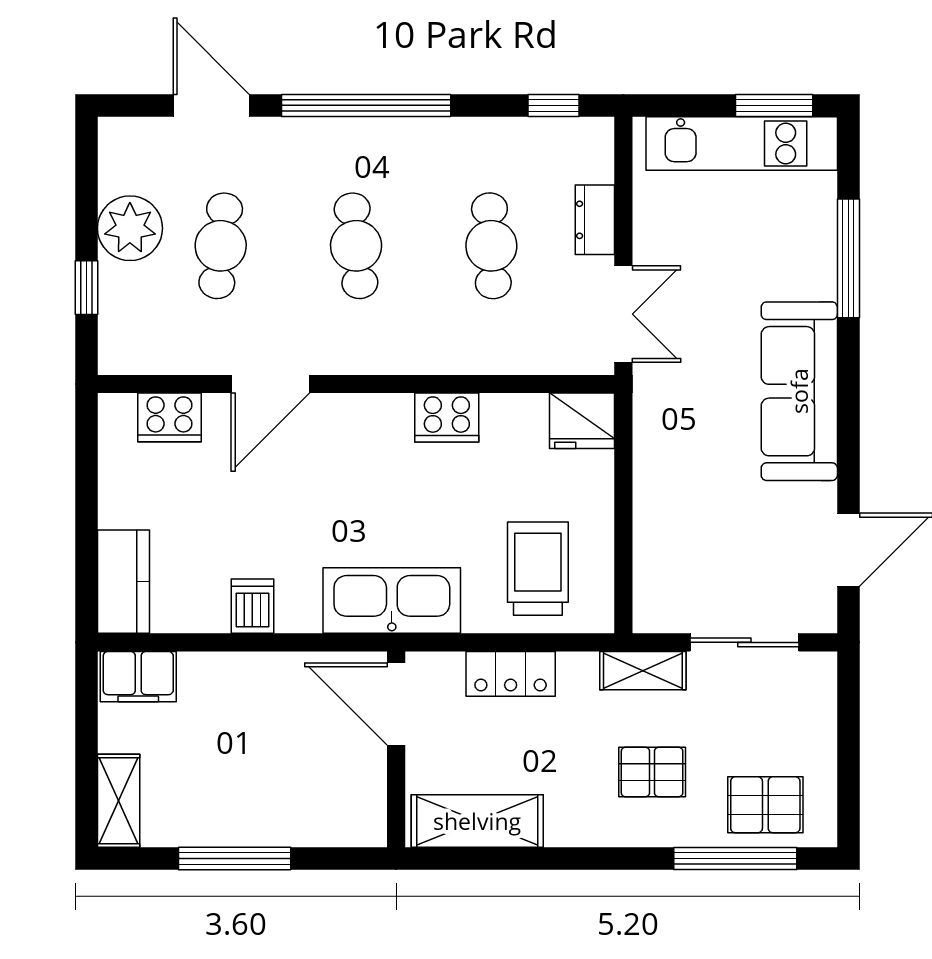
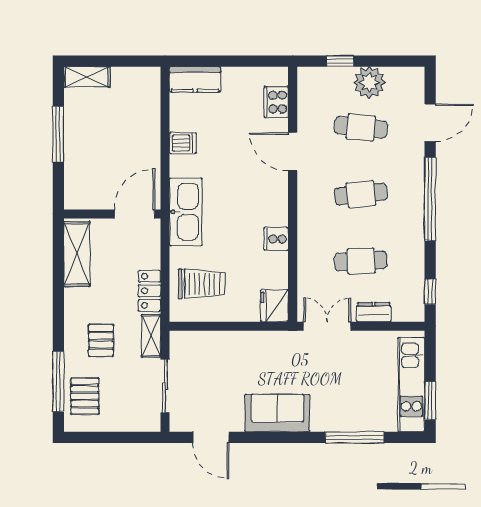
double door: (623, 314) -> (327, 326), swing flipped
sofa: (799, 391) -> (277, 413), width x0.73
cooker: (447, 418) -> (276, 239), width x0.73
locker: (511, 674) -> (150, 291), moved
filing cabinet: (138, 677) -> (148, 87), removed

